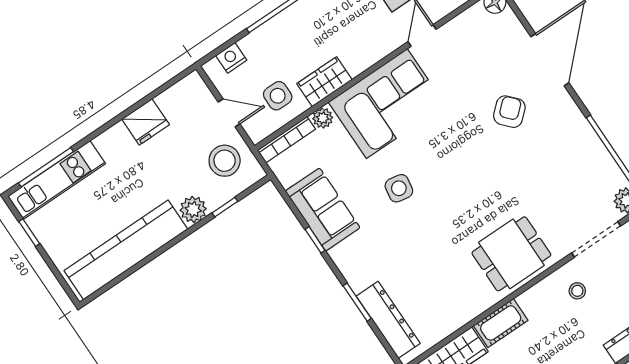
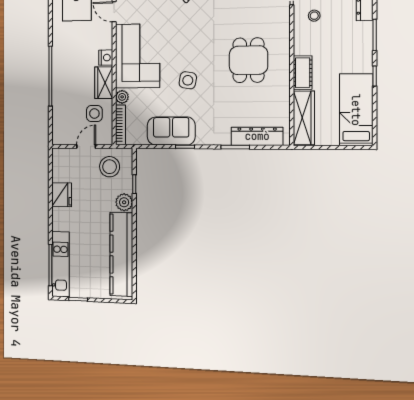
nightstand: (231, 58) -> (106, 58), moved, turned 180
dining table: (511, 254) -> (249, 60), moved

